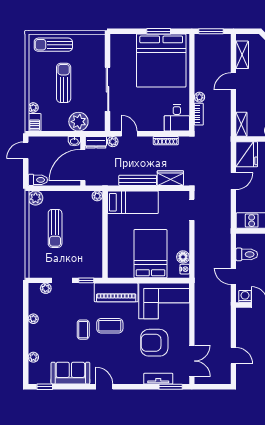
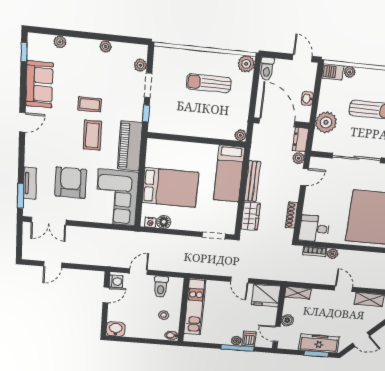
washbasin: (74, 141) -> (307, 99), moved

